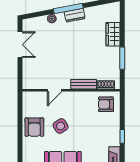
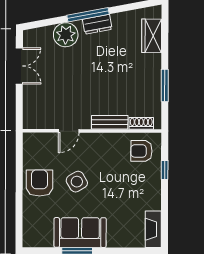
plant: (52, 19) -> (66, 35), width x1.87, depth x1.87
wardrobe: (113, 34) -> (152, 36), moved
armchair: (34, 127) -> (40, 183), turned 180
window: (122, 136) -> (165, 170), moved

